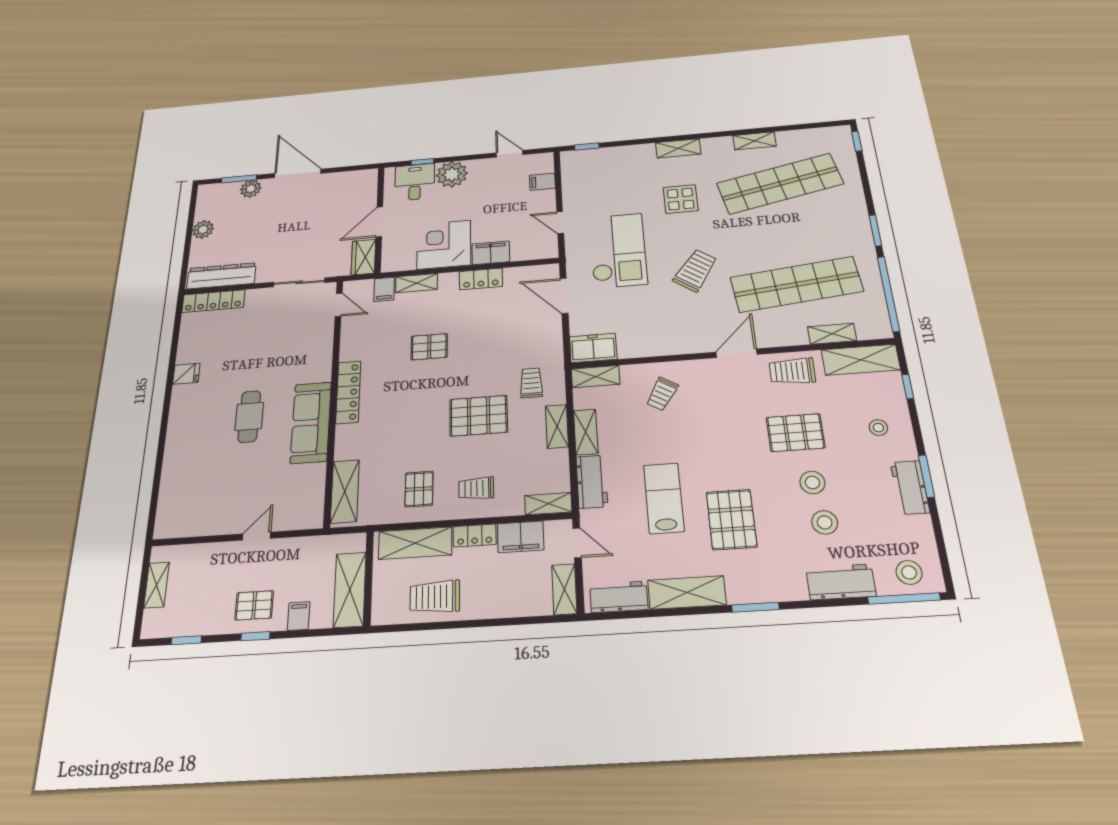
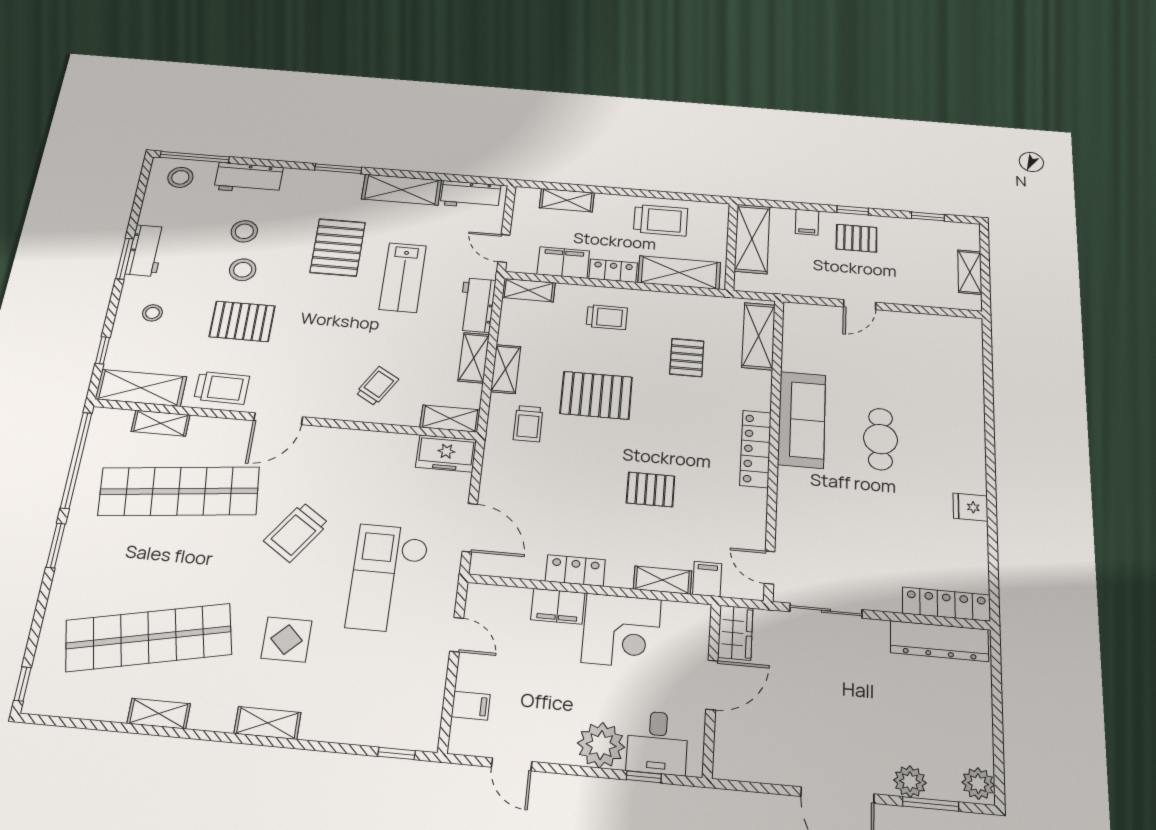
plant: (203, 229) -> (978, 784), moved
pallet: (419, 489) -> (687, 358), moved
shelving: (564, 589) -> (567, 200), moved, turned 90

